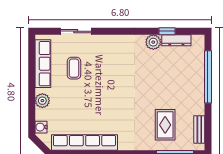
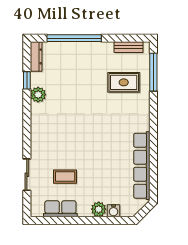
dresser: (176, 40) -> (36, 56), moved
row of seats: (43, 64) -> (60, 209), width x0.68
water cooler: (41, 127) -> (113, 211), moved

